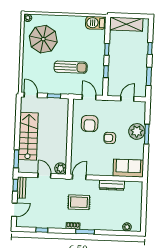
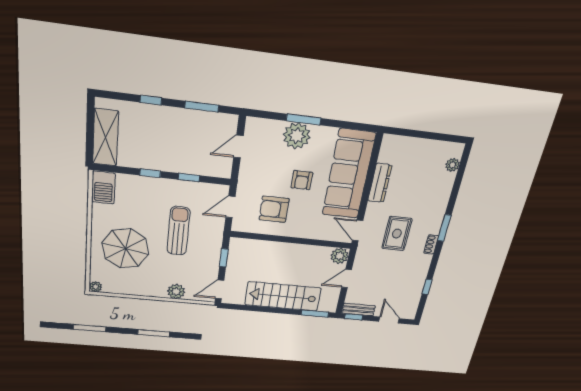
parasol: (43, 39) -> (125, 248), moved
plant: (27, 68) -> (176, 292), added
door: (127, 99) -> (238, 147), hinge flipped
armchair: (90, 124) -> (274, 209), turned 180
sofa: (128, 168) -> (349, 174), width x1.85, depth x1.27

